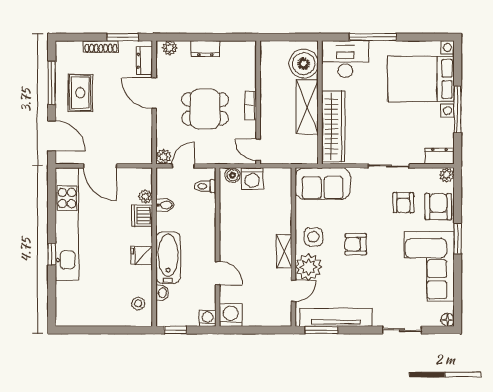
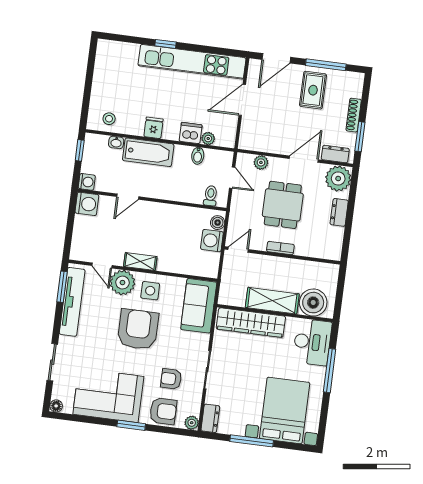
plant: (170, 48) -> (338, 179), width x1.88, depth x1.88
rug: (80, 93) -> (313, 90), turned 90
plant: (163, 157) -> (261, 162), moved
armchair: (356, 244) -> (138, 329), width x1.88, depth x1.88

